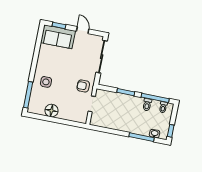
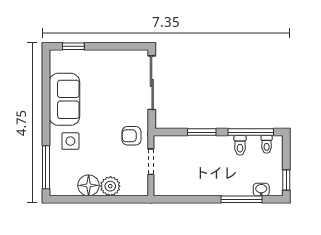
door: (83, 30) -> (113, 46), removed
sofa: (58, 37) -> (64, 99), moved, turned -90
plant: (64, 114) -> (110, 186), added

